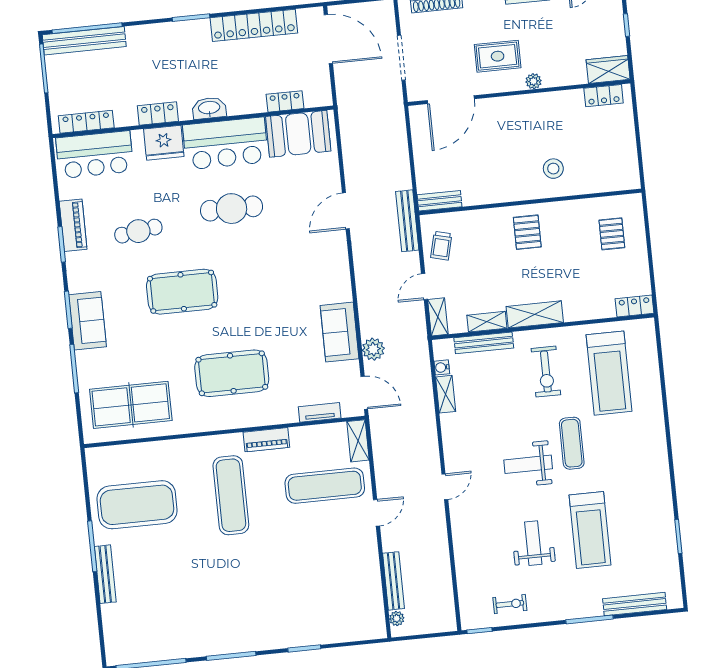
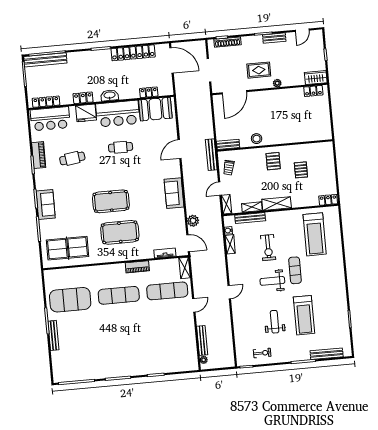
stool: (553, 169) -> (257, 139), moved
cafe table: (232, 209) -> (121, 147), width x0.73, depth x0.74
pallet: (612, 234) -> (301, 170), moved
pool table: (182, 292) -> (111, 201), moved
sofa: (340, 332) -> (174, 193), moved
exercise bike: (546, 372) -> (268, 248), moved
exercise mat: (231, 495) -> (119, 295), turned 90

